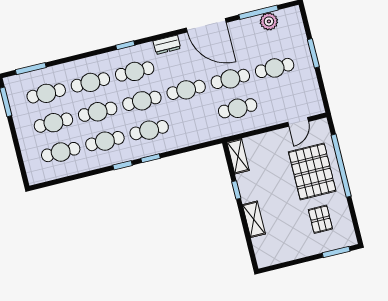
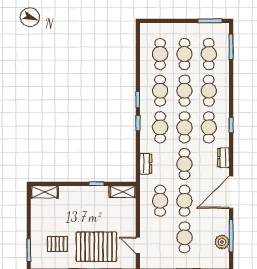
dresser: (197, 137) -> (146, 164), added
shelving: (254, 219) -> (44, 192), moved

